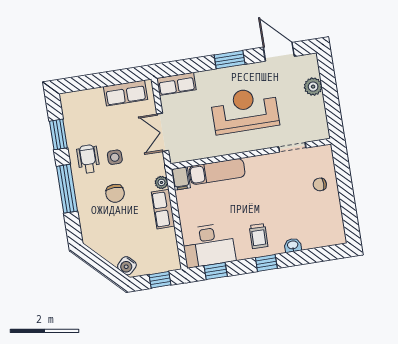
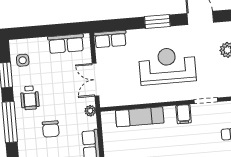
side table: (115, 157) -> (23, 60), moved
wheelchair: (88, 159) -> (30, 98), turned 180
filing cabinet: (181, 178) -> (184, 114), moved
plant: (161, 182) -> (90, 111), moved

